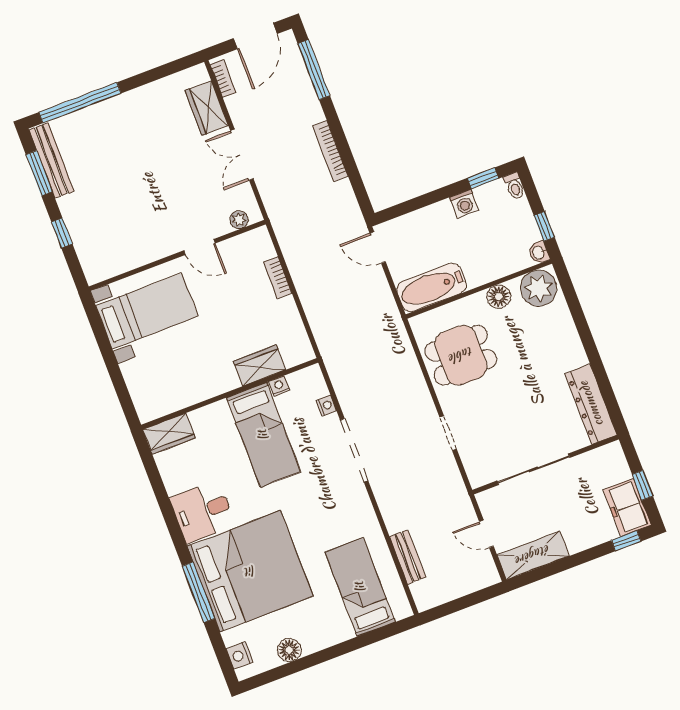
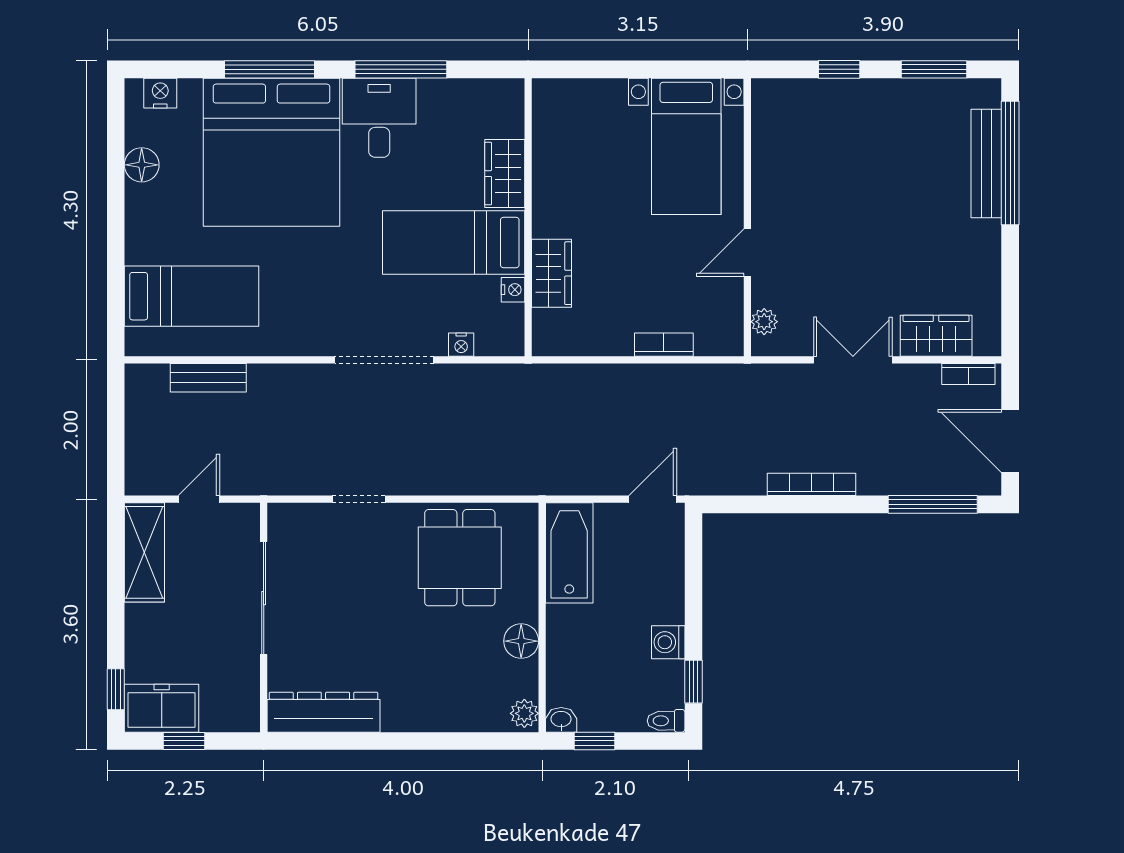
bench: (52, 160) -> (986, 164), moved, turned 90
plant: (539, 288) -> (524, 713), width x0.53, depth x0.53
wardrobe: (169, 434) -> (505, 174), moved
window: (167, 509) -> (401, 69), added

